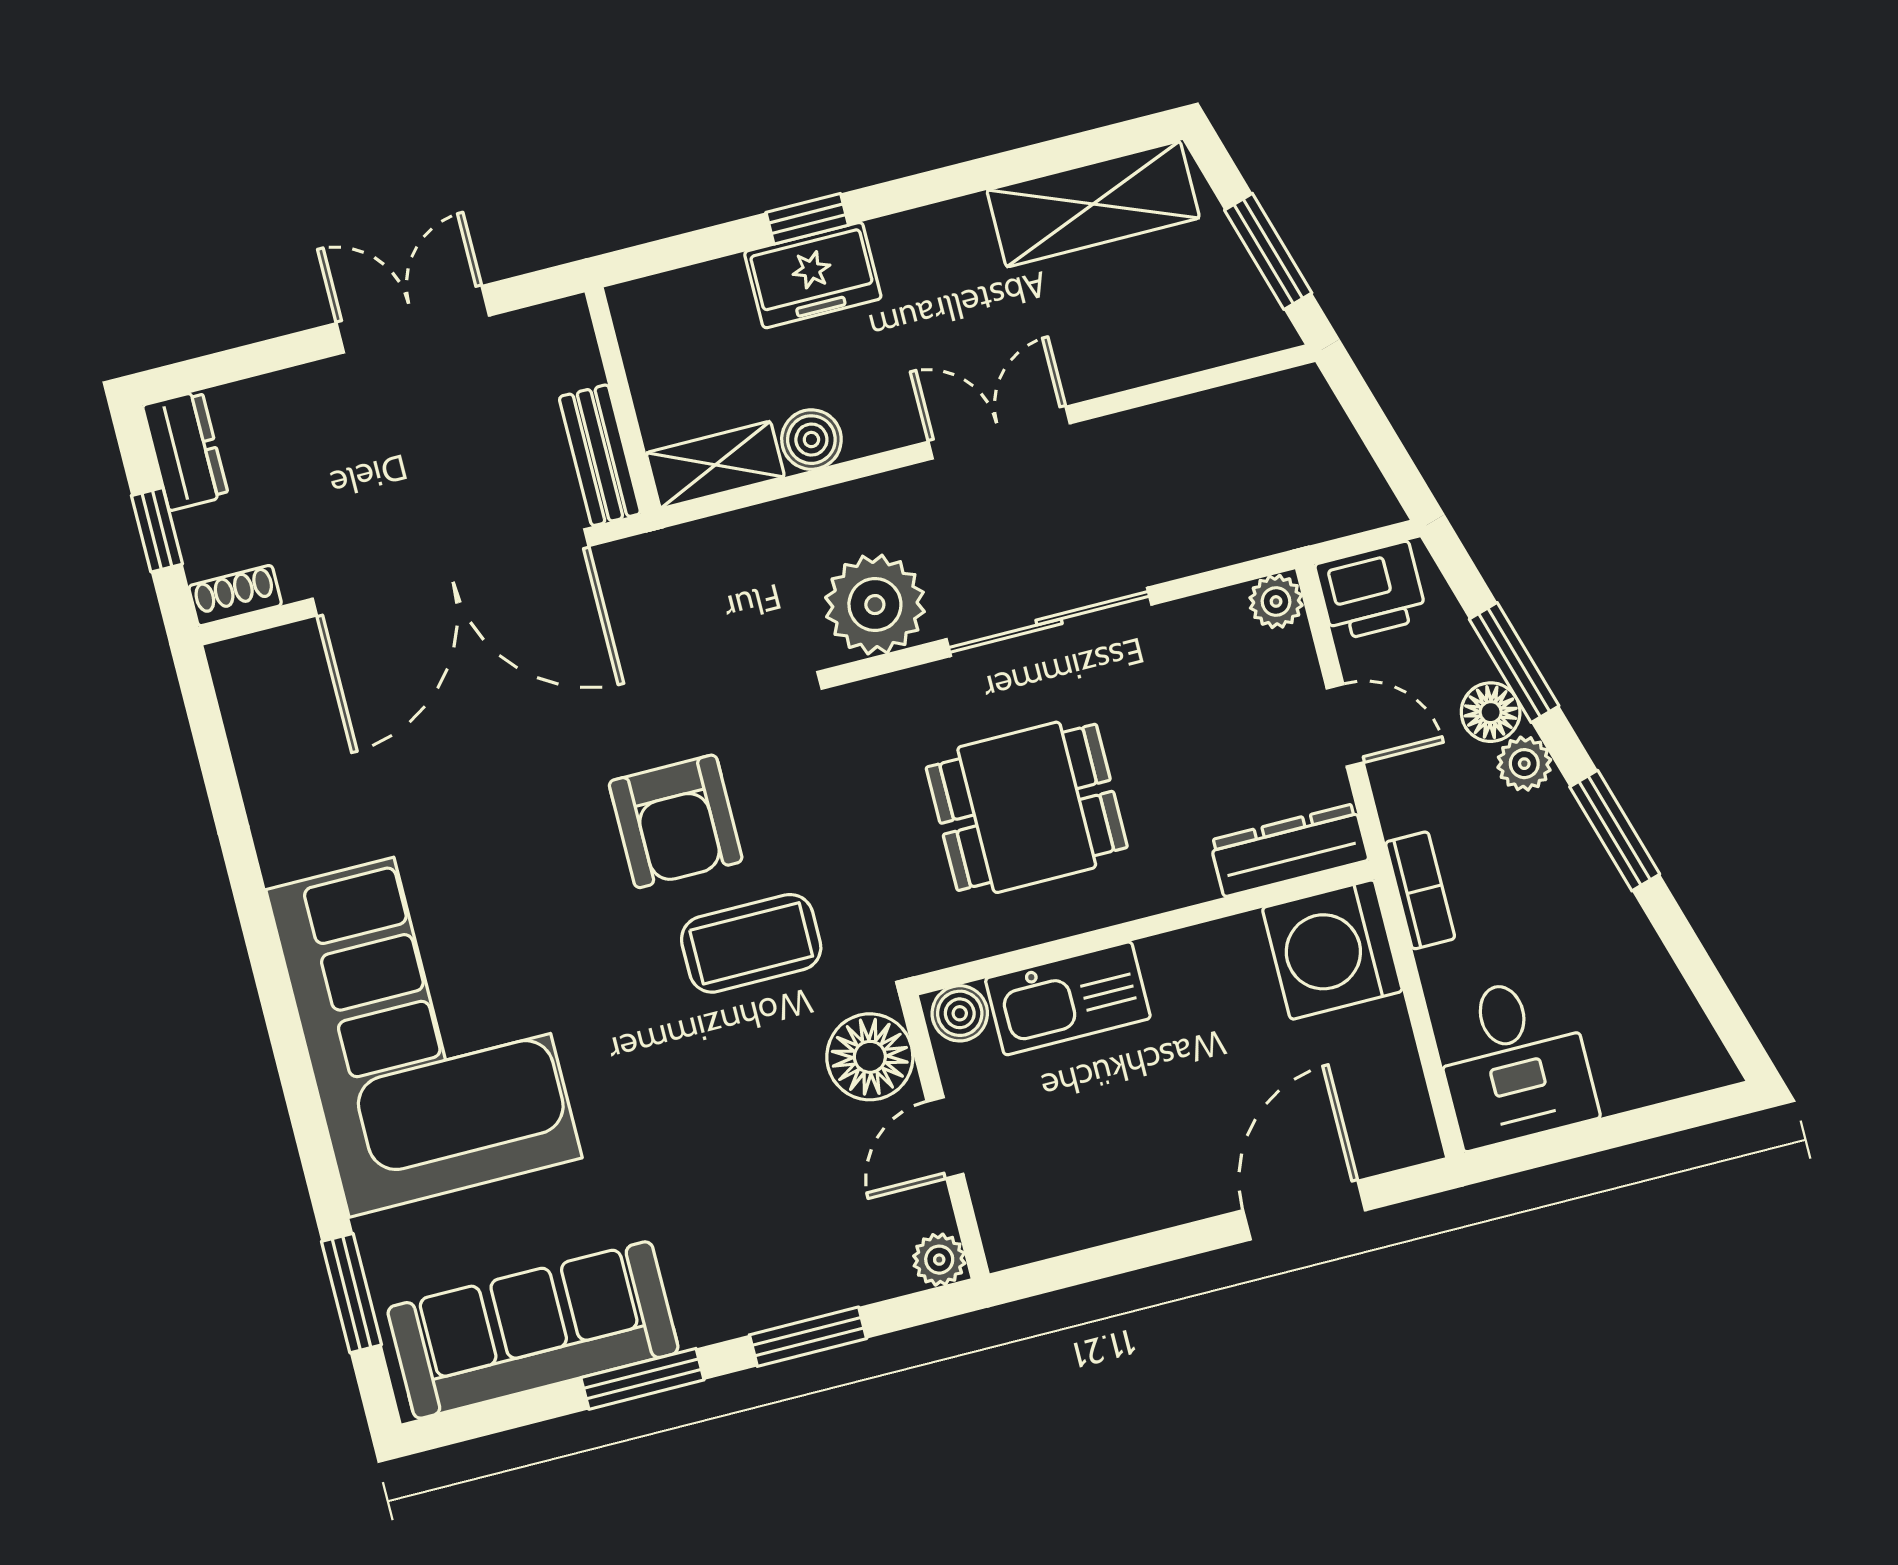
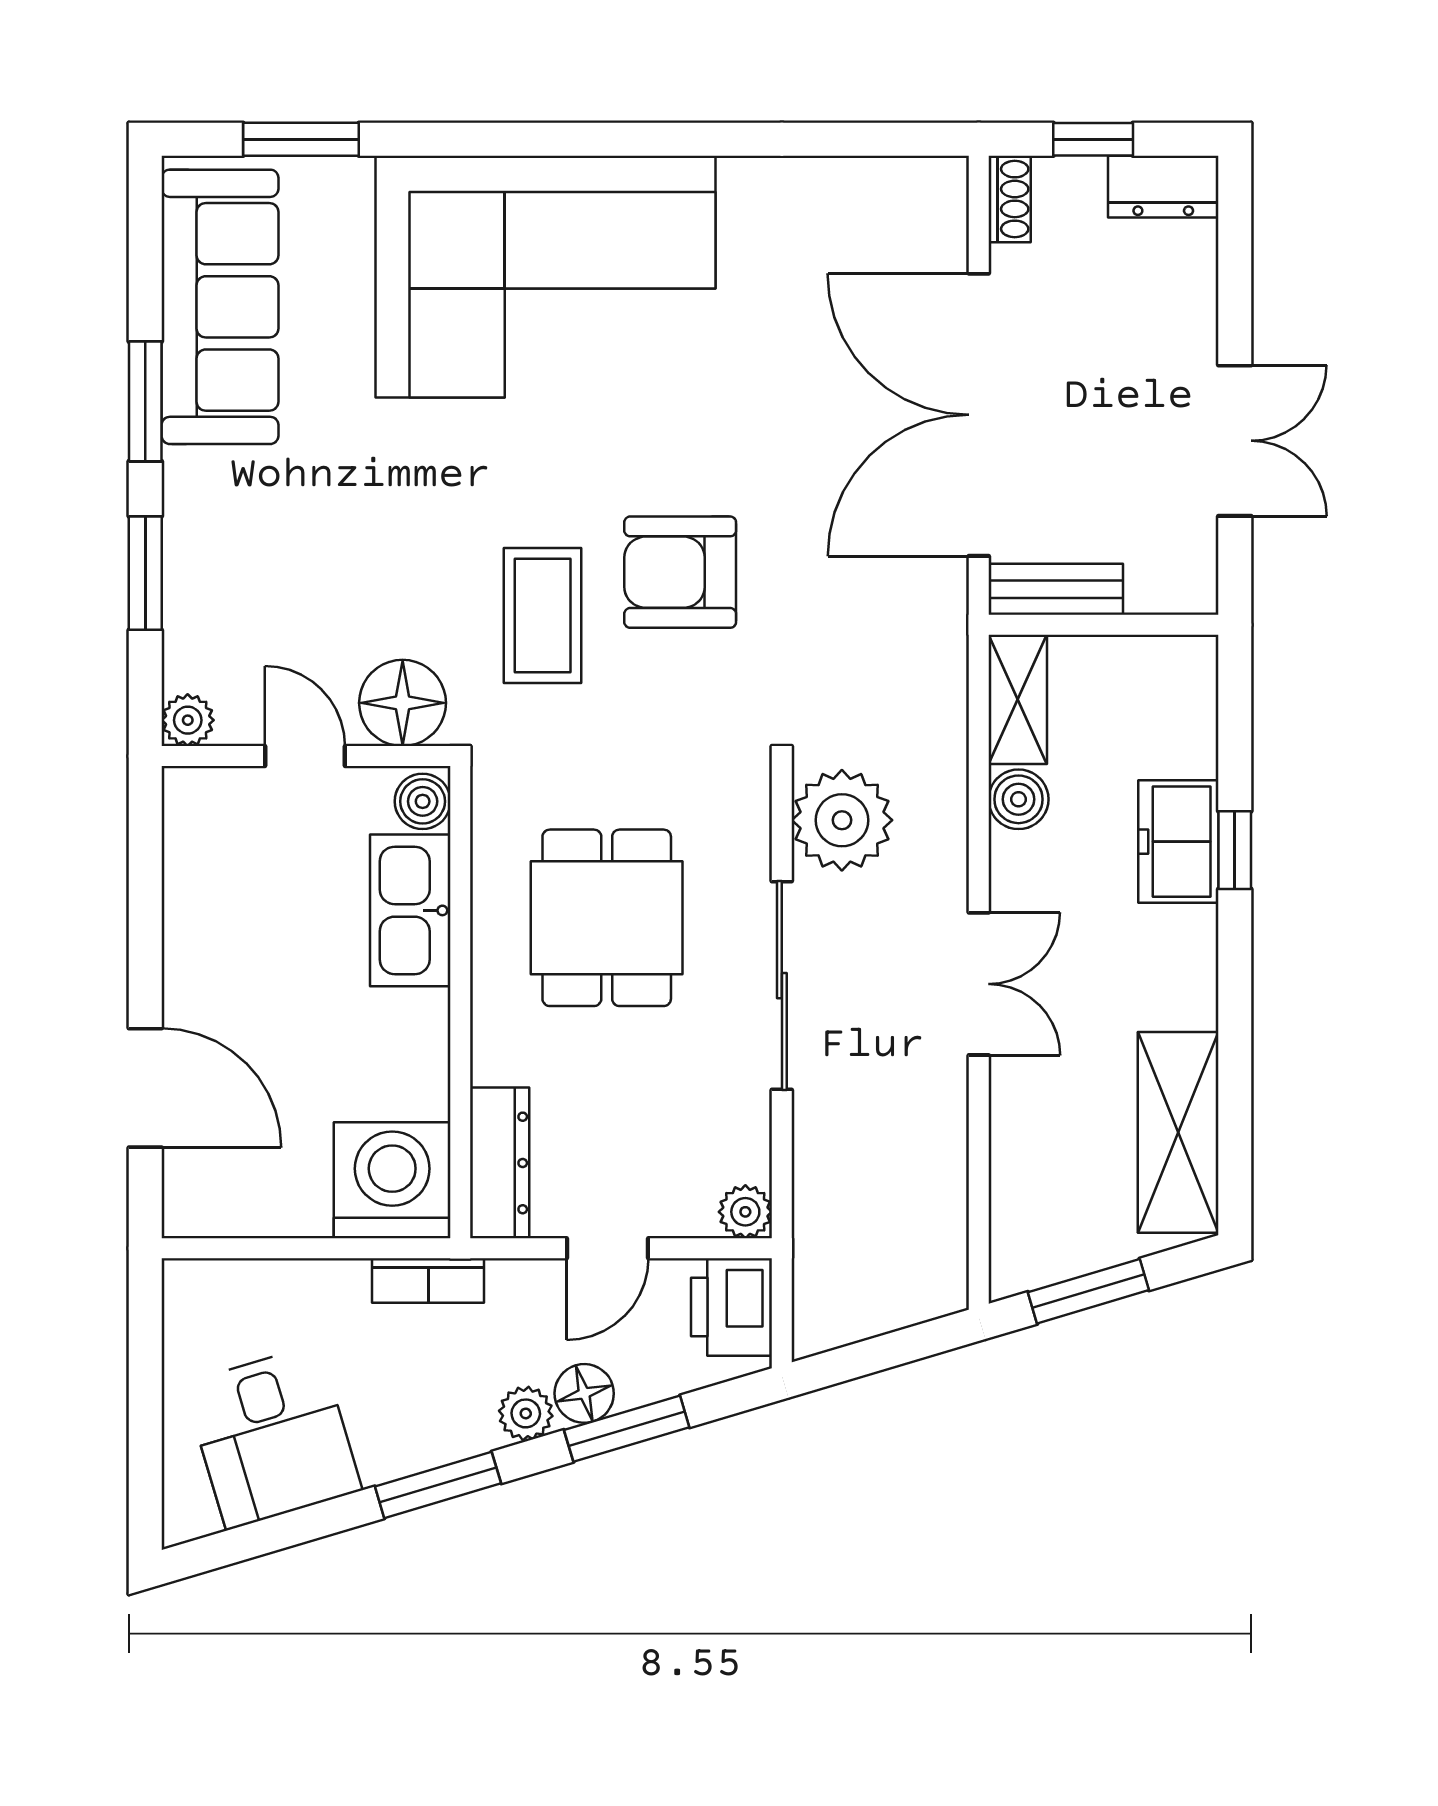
desk: (1514, 1061) -> (273, 1437), moved, turned -107

